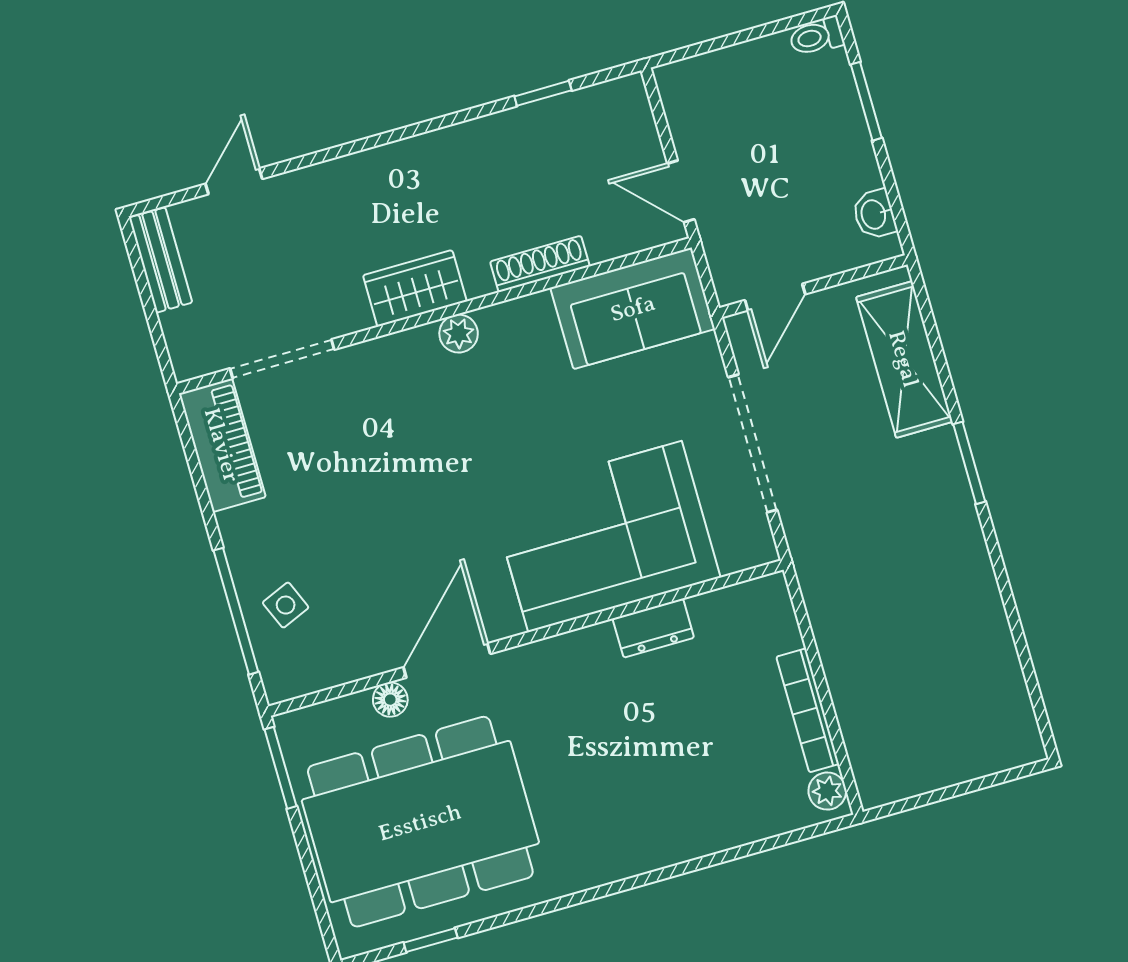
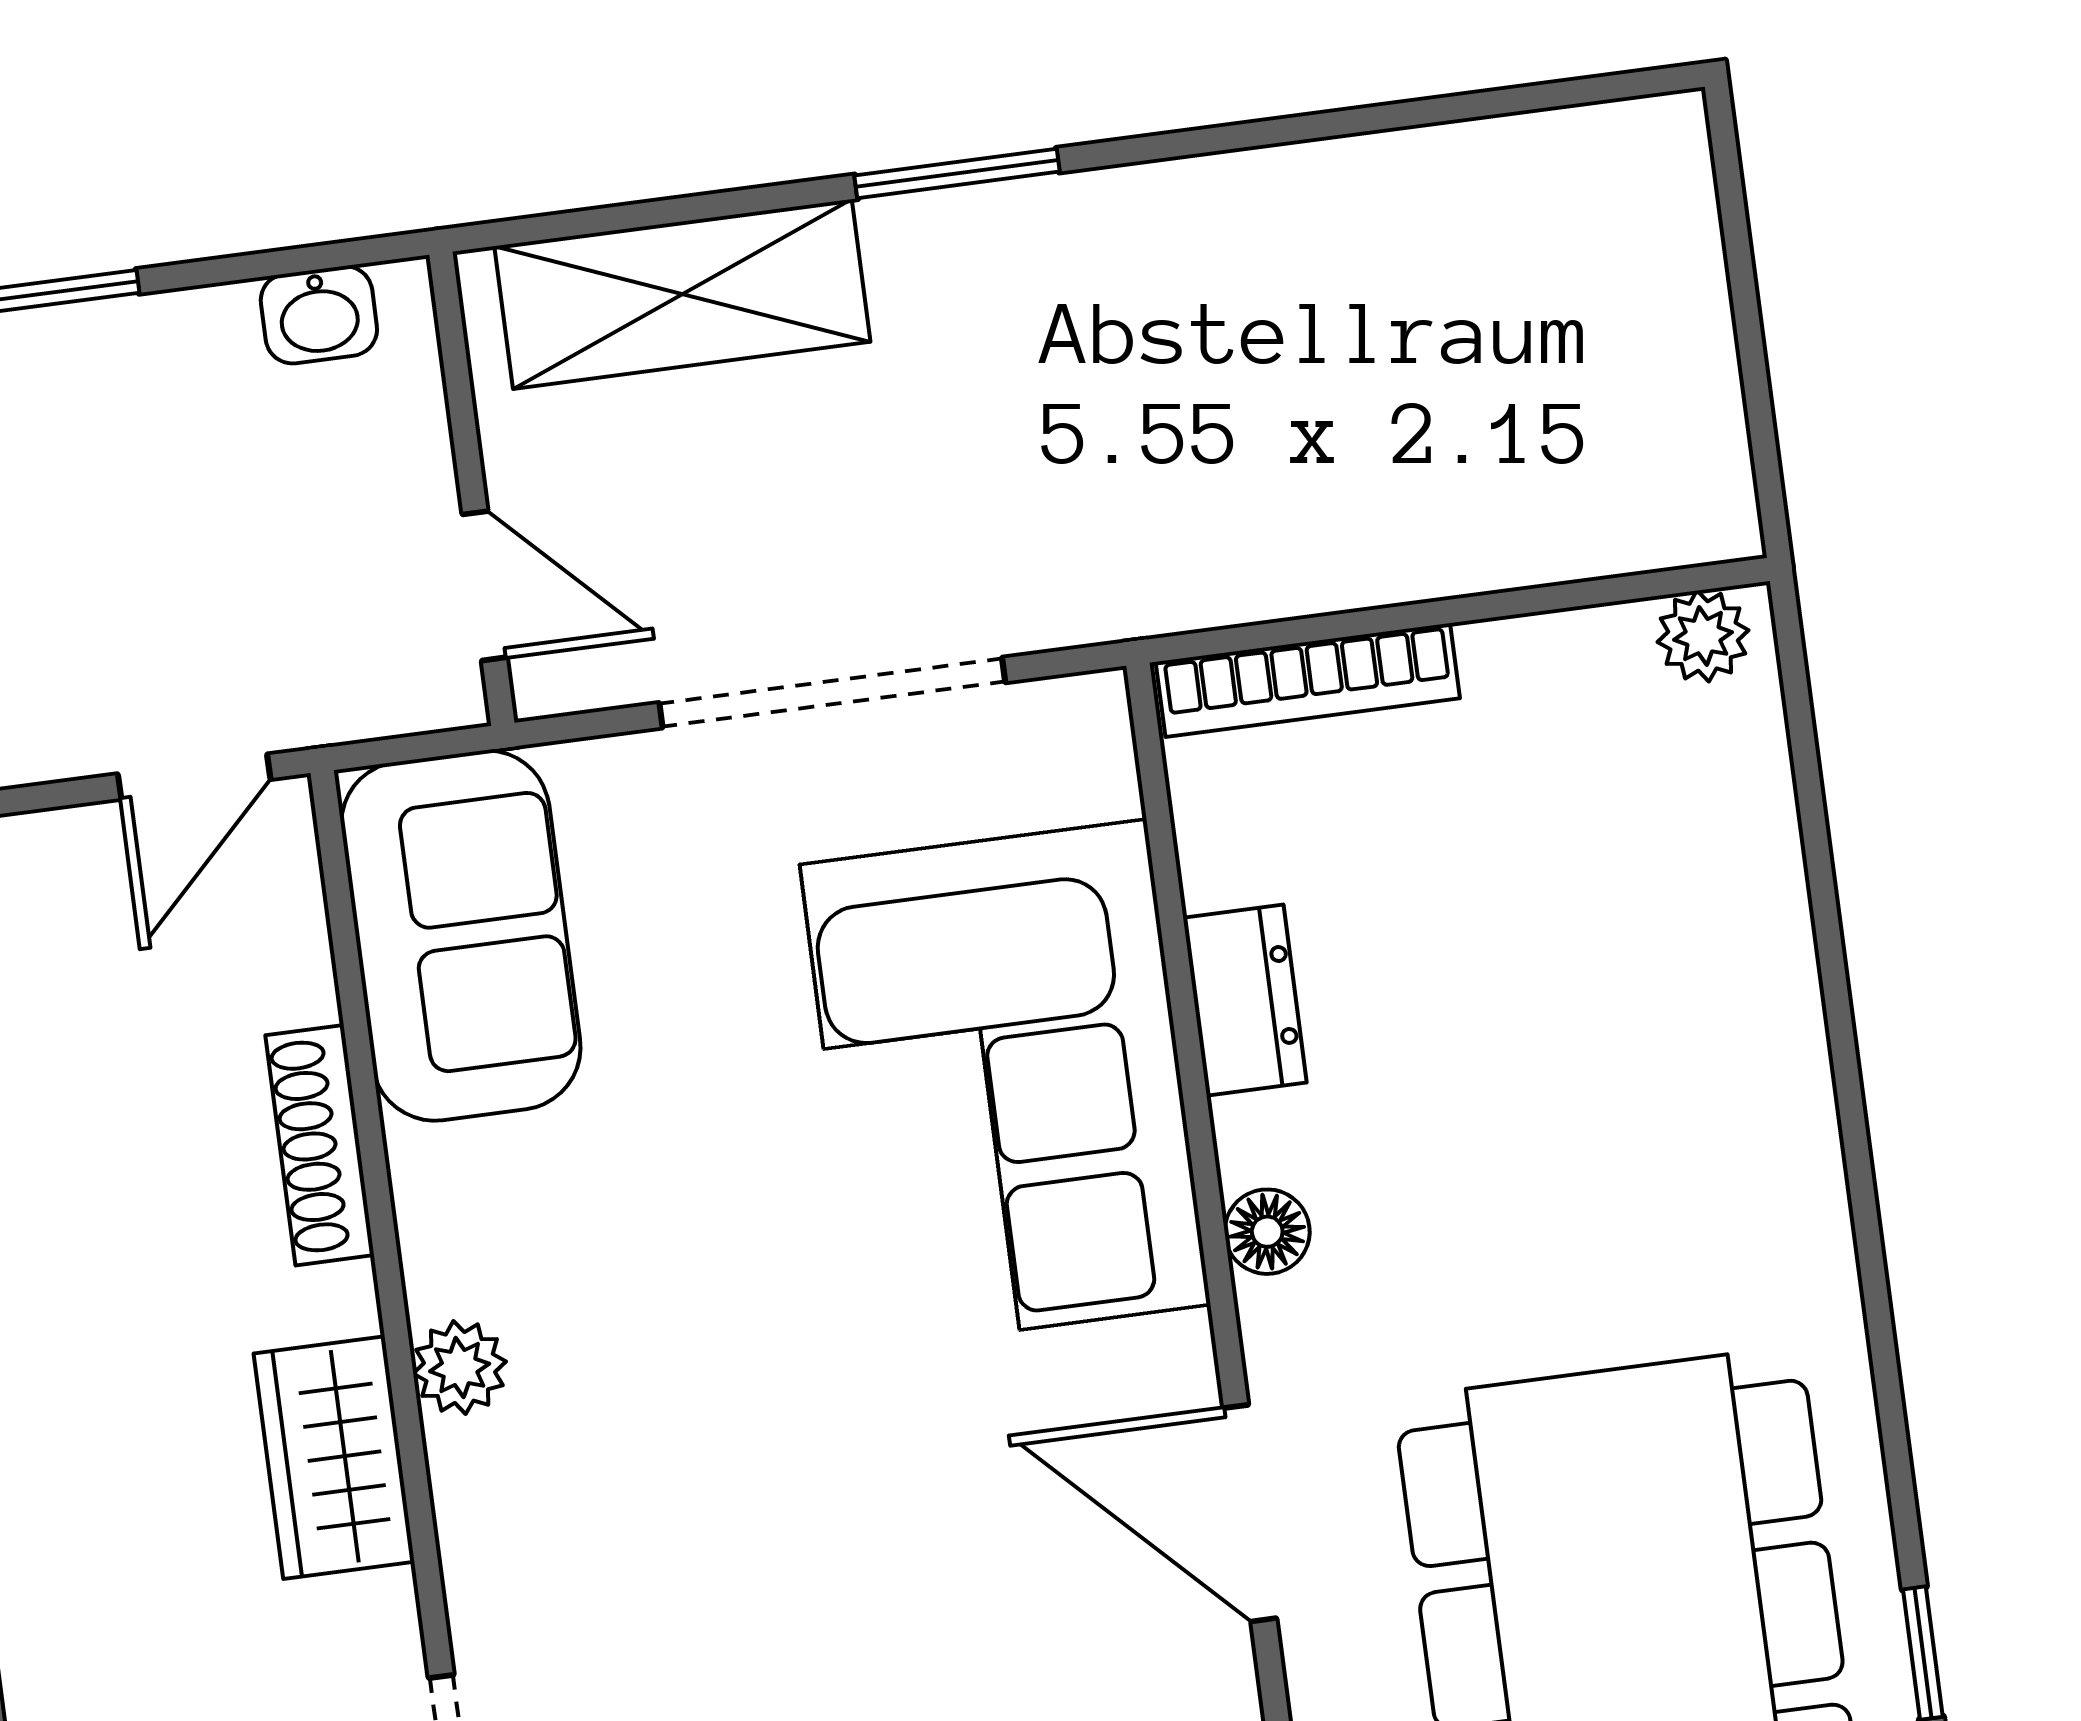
floor lamp: (390, 700) -> (1267, 1232), moved
bookcase: (808, 710) -> (1308, 680), moved

